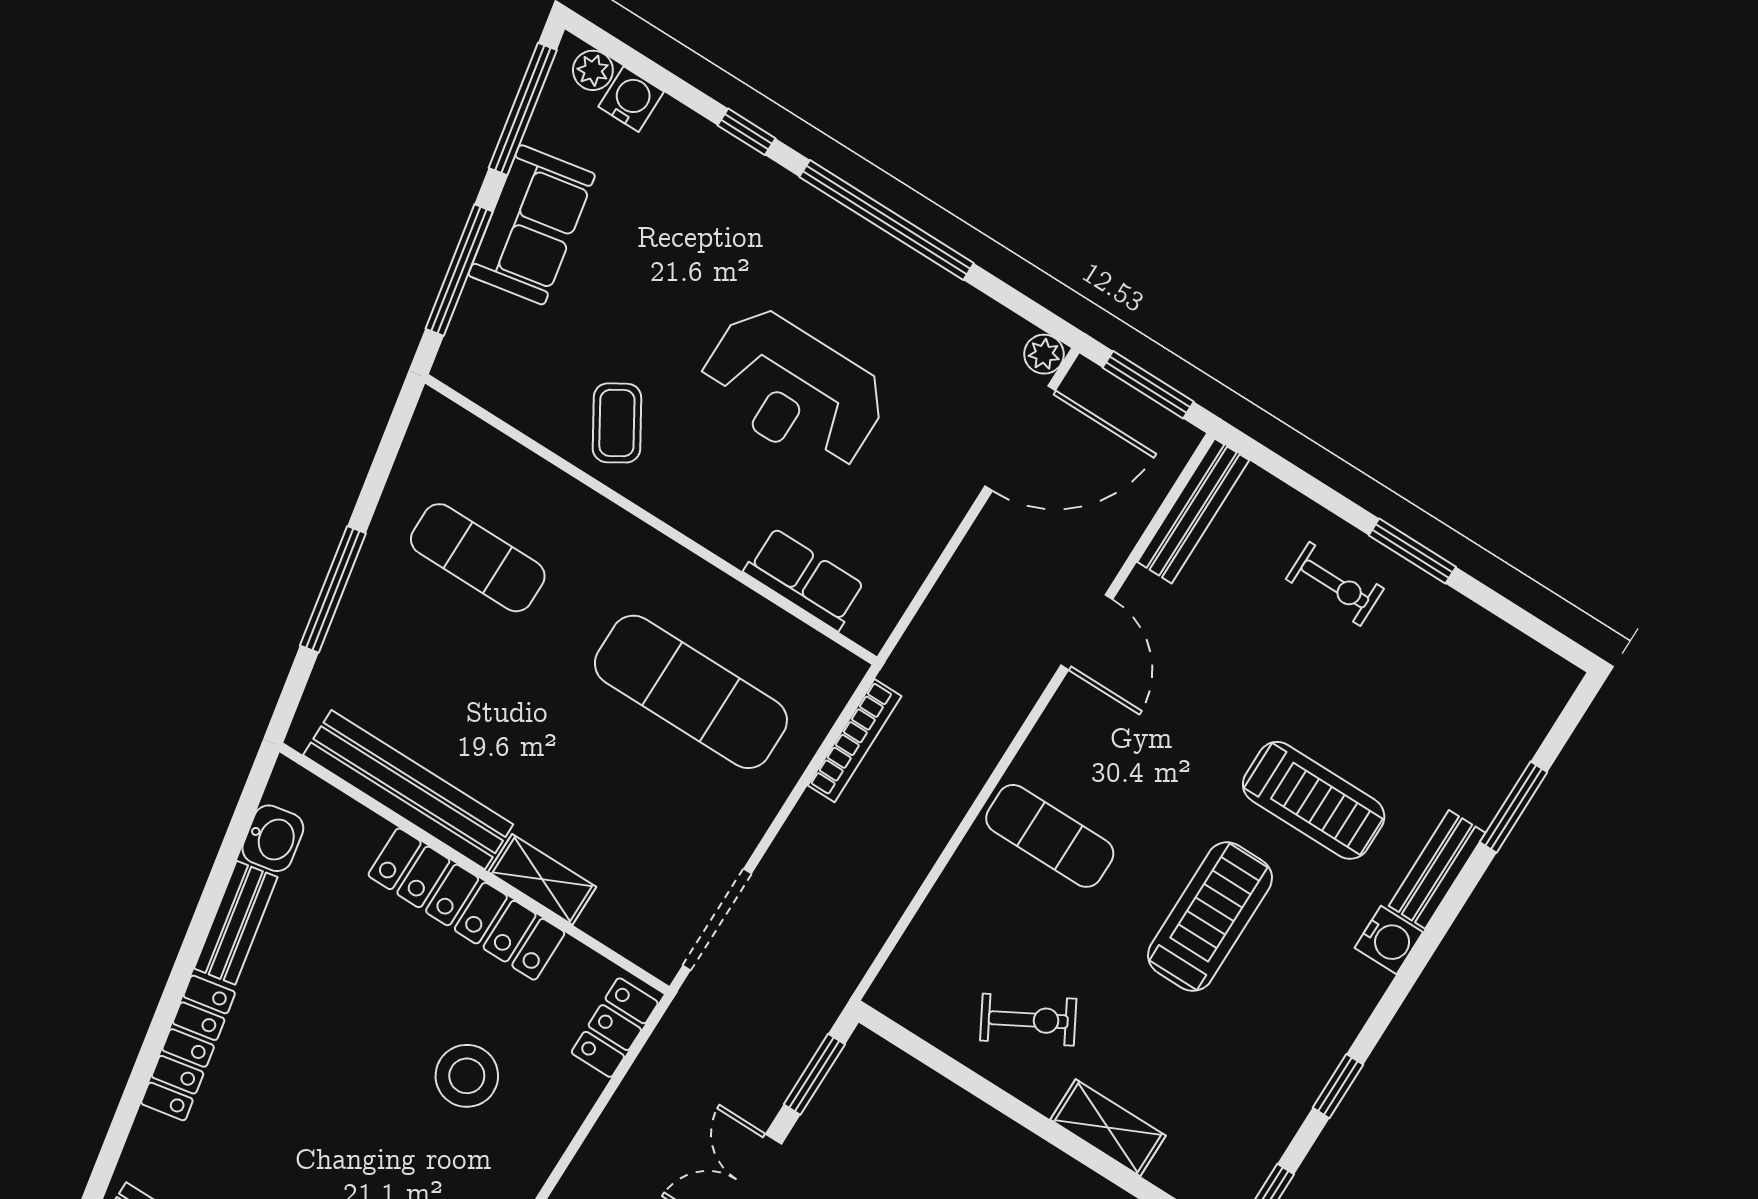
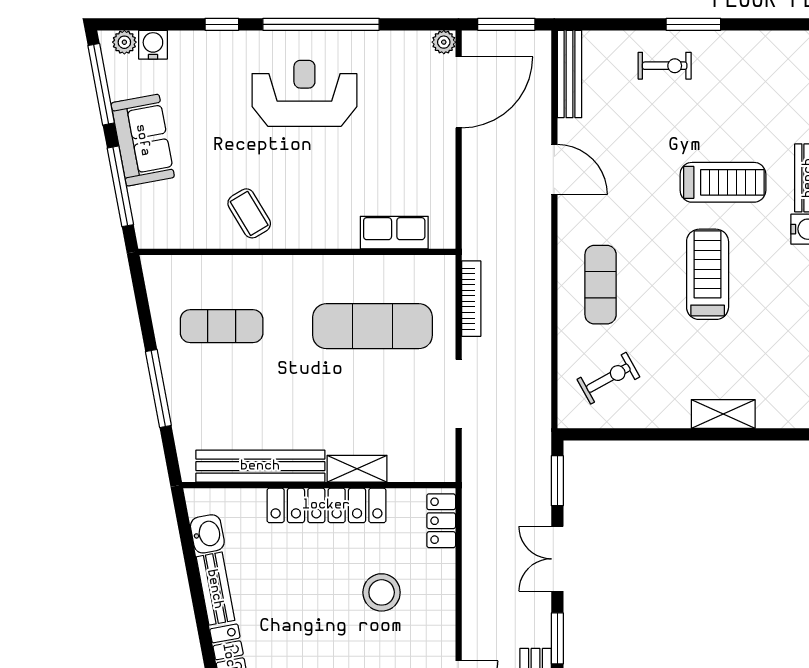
reception desk: (793, 390) -> (304, 93), moved, turned 180
exercise mat: (1050, 836) -> (601, 285), turned 90
doorway: (717, 920) -> (459, 394), moved
exercise bike: (1028, 1020) -> (608, 378), moved

